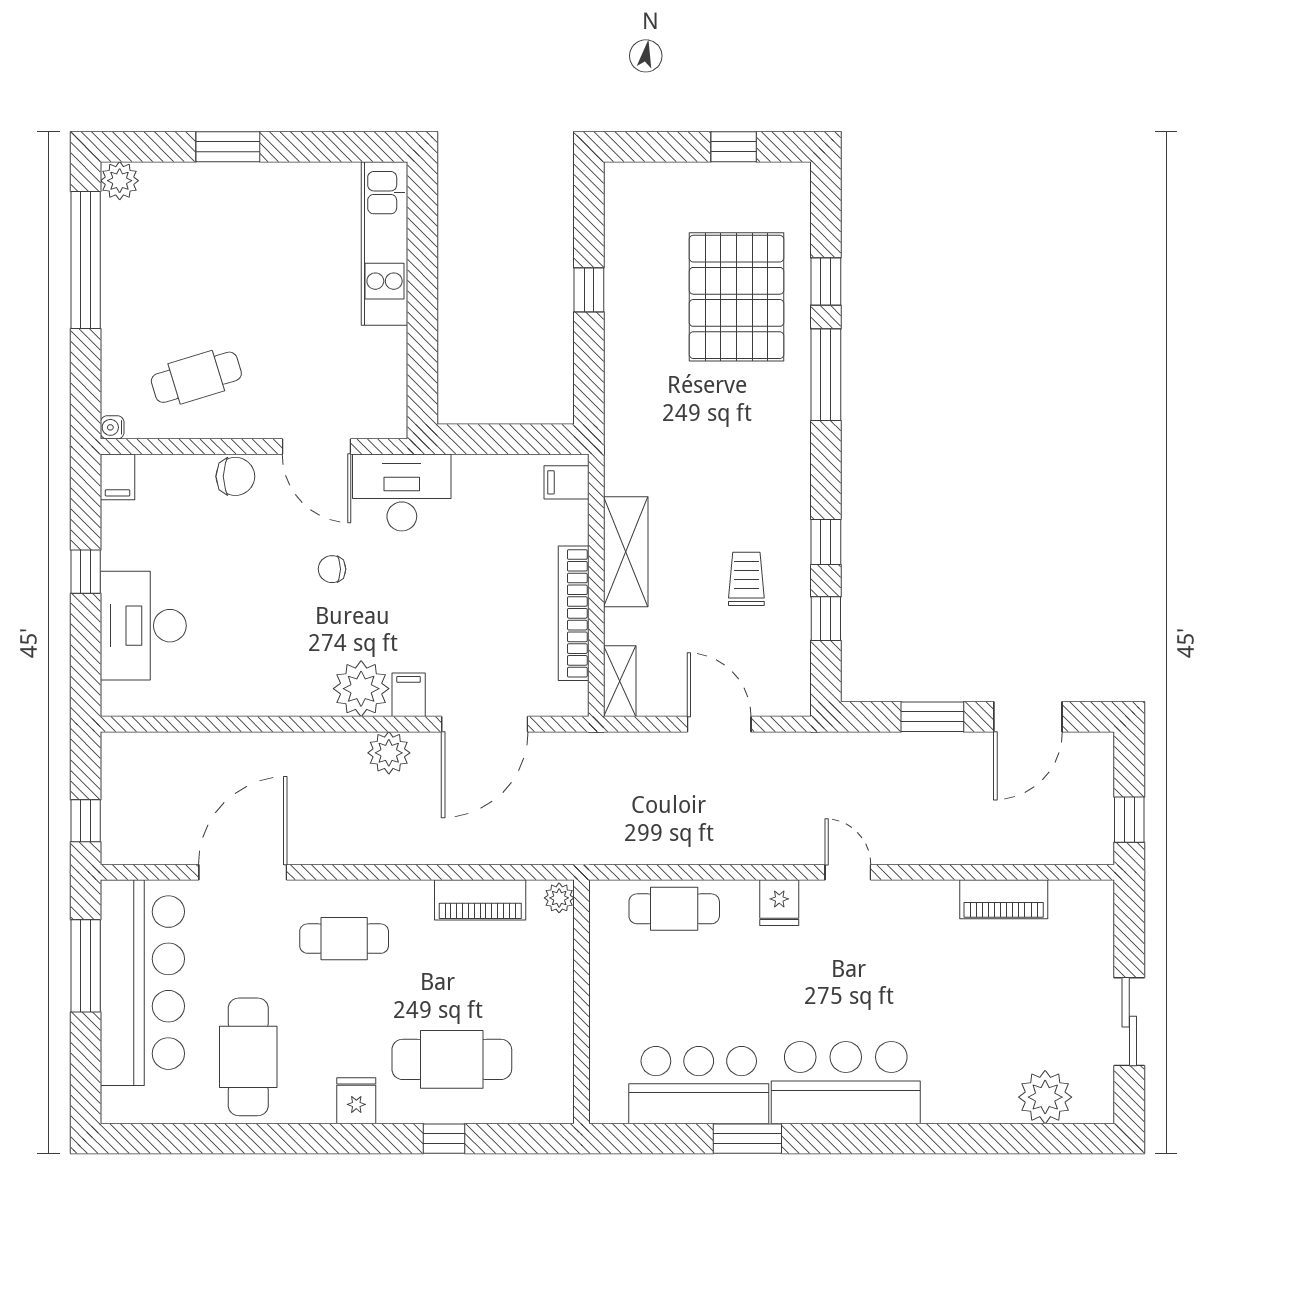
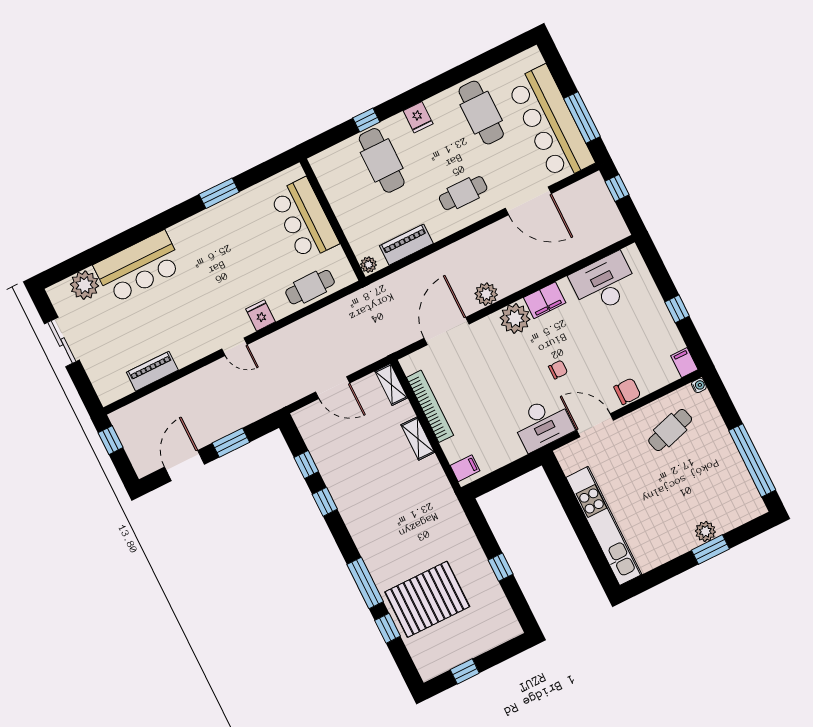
plant: (120, 181) -> (705, 531), moved
kitchen unit: (385, 243) -> (604, 526), width x1.36
pallet: (737, 297) -> (427, 599), turned 90
chair: (235, 476) -> (627, 391), turned 180
shelving: (626, 552) -> (418, 439), width x0.67, depth x0.75
trolley: (746, 579) -> (354, 465), removed
desk: (143, 626) -> (604, 283), moved, turned -90
filing cabinet: (409, 695) -> (545, 300), moved, width x2.00
door: (243, 872) -> (528, 201), hinge flipped
cafe table: (452, 1059) -> (382, 160), turned 90
bar counter: (846, 1083) -> (139, 267), moved
bar counter: (699, 1085) -> (304, 219), moved, turned 90

